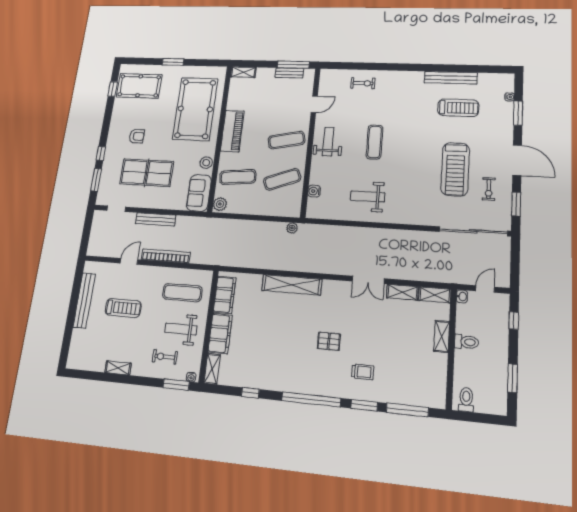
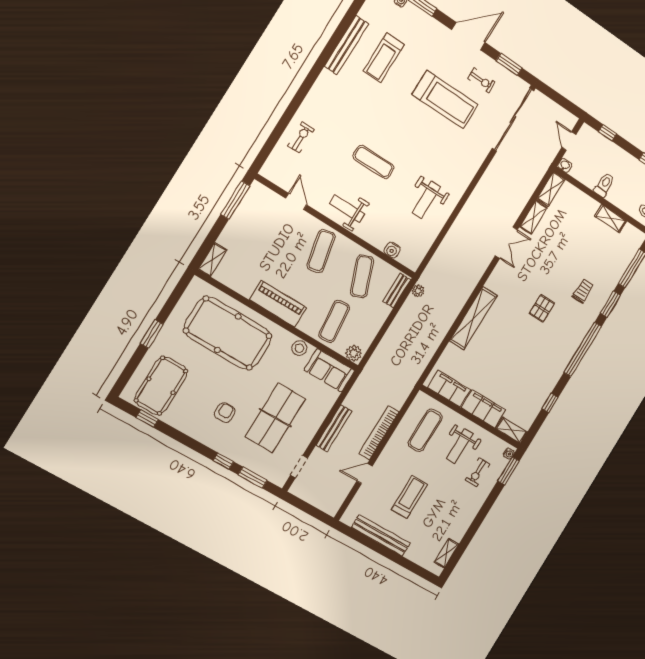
bench: (289, 73) -> (397, 291), moved
treadmill: (458, 108) -> (384, 58), turned 180
door: (129, 261) -> (364, 474), hinge flipped
shelving: (442, 336) -> (611, 219), moved
shelving: (118, 368) -> (446, 553), moved

